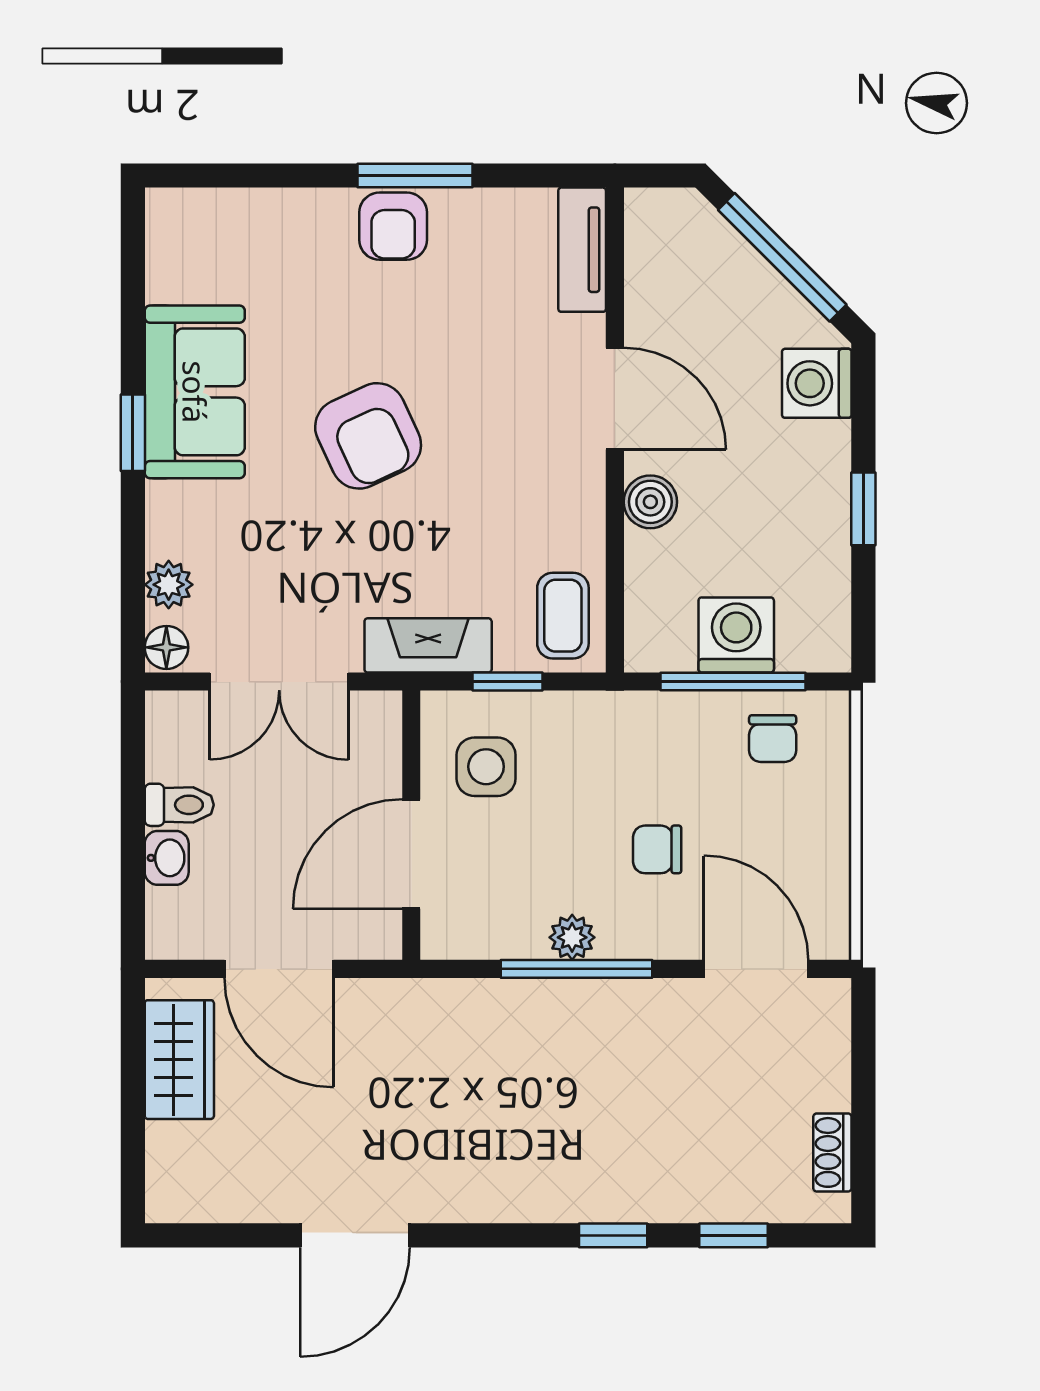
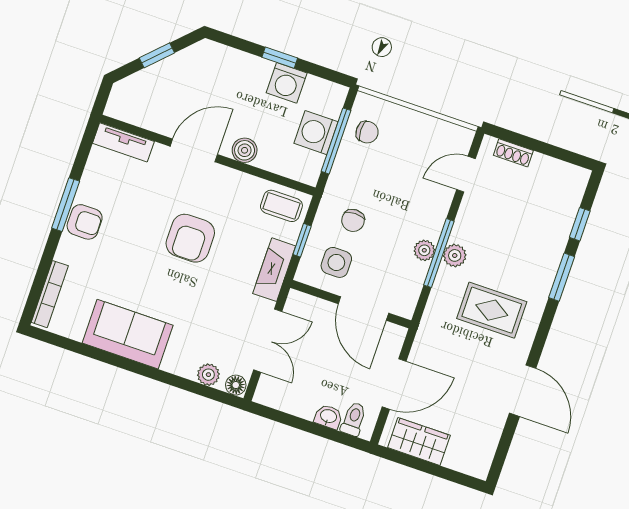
bookcase: (222, 206) -> (50, 294), added
window: (782, 257) -> (157, 55), width x0.46
washing machine: (817, 383) -> (287, 83), moved
window: (133, 433) -> (136, 368), removed
armchair: (368, 436) -> (190, 238), moved, turned 115
toilet: (179, 805) -> (354, 419), moved
chair: (657, 849) -> (353, 220), moved
door: (756, 969) -> (466, 174), width x0.73
plant: (583, 1003) -> (455, 255), added
rug: (497, 1116) -> (492, 310), added
shoe rack: (832, 1152) -> (513, 153), moved
window: (613, 1235) -> (562, 277), width x1.50

